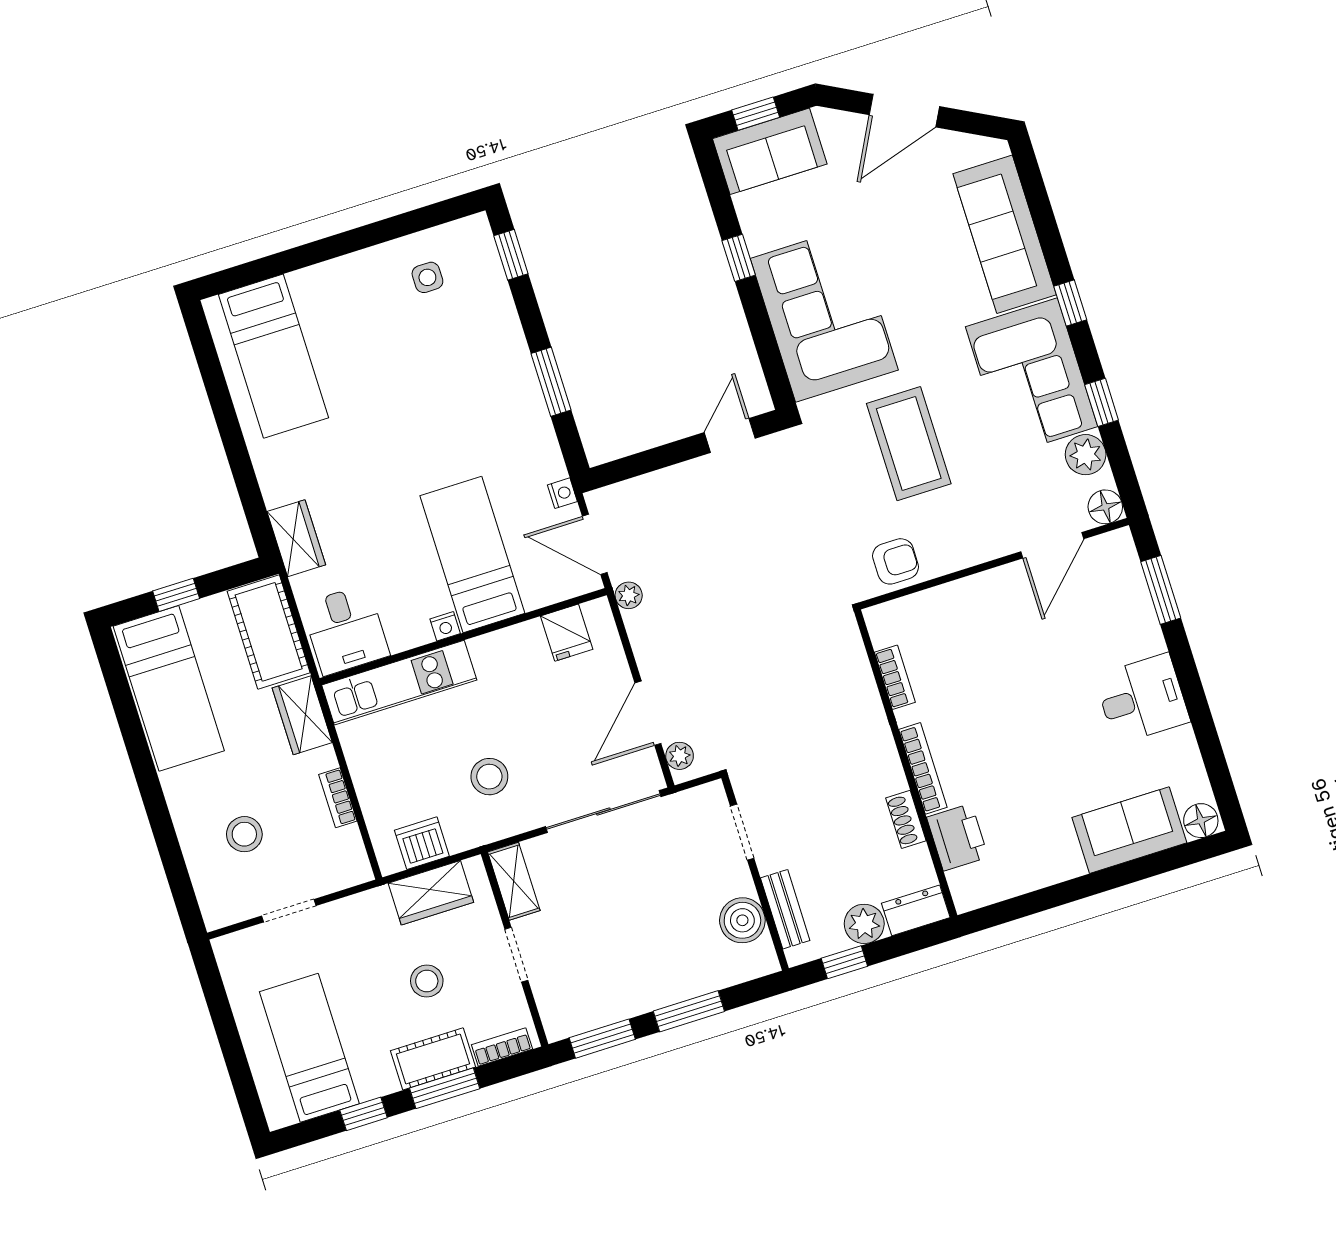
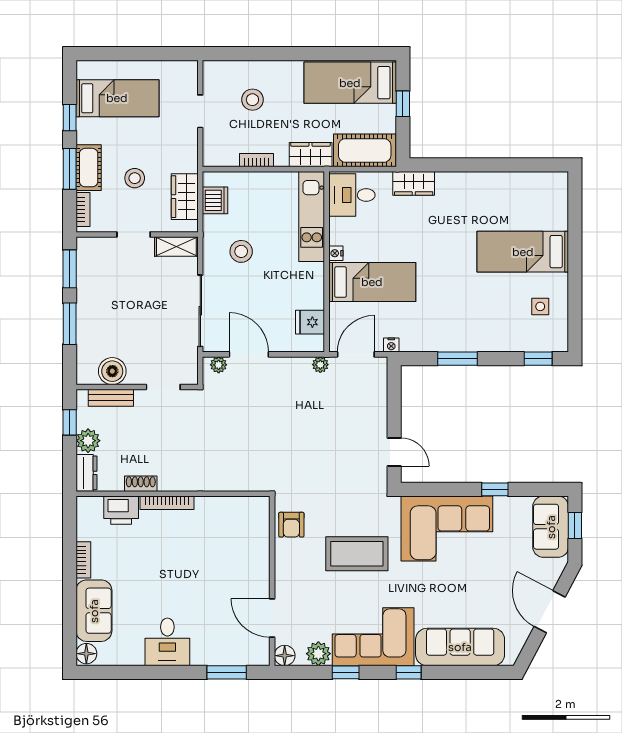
bed: (273, 356) -> (523, 252), moved
bookcase: (895, 677) -> (83, 560), moved, turned -90

